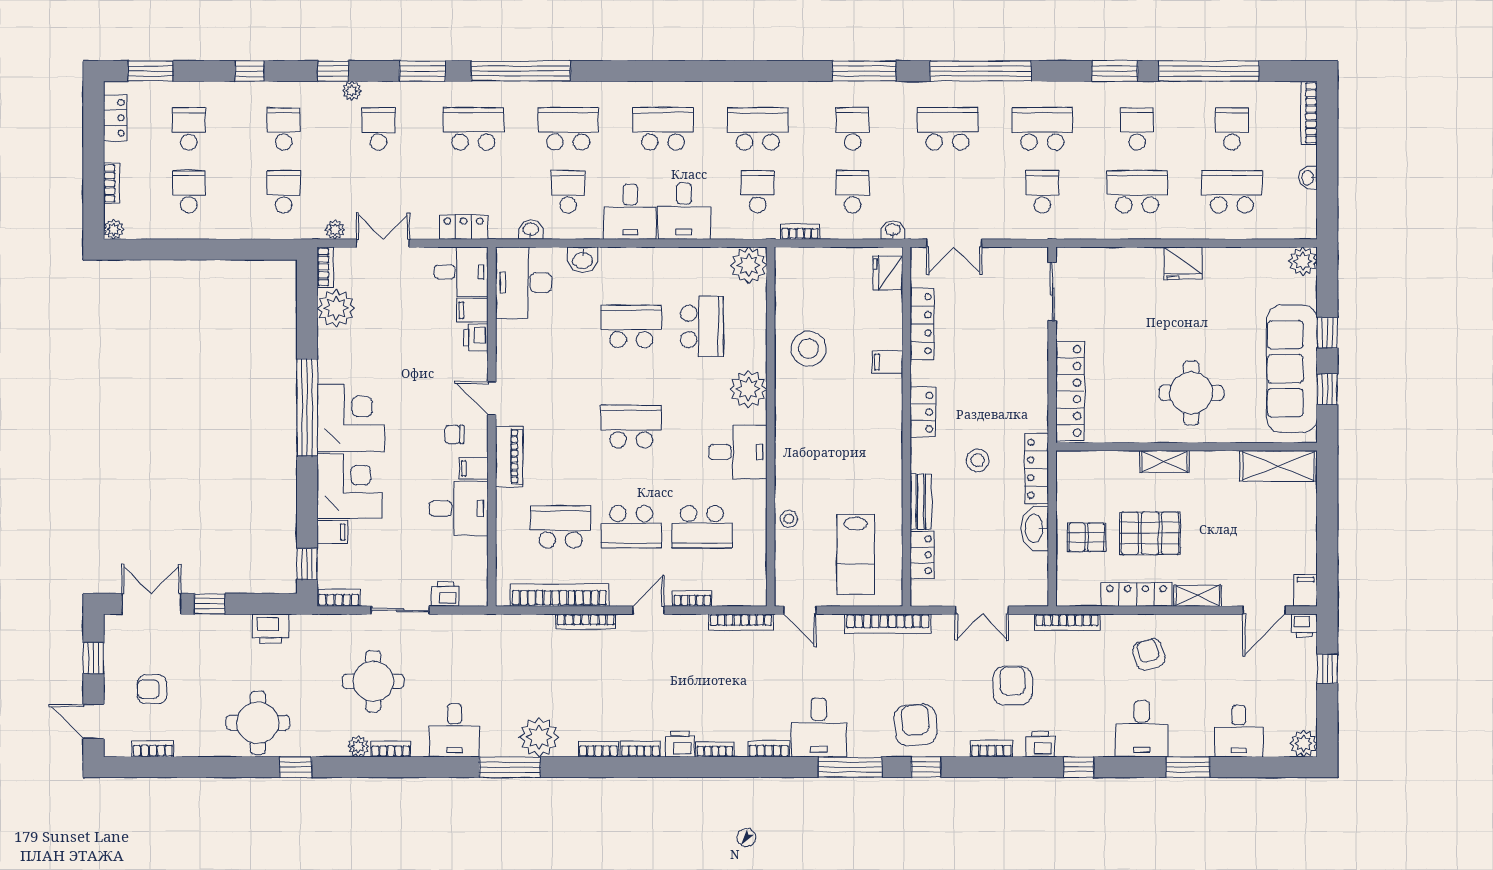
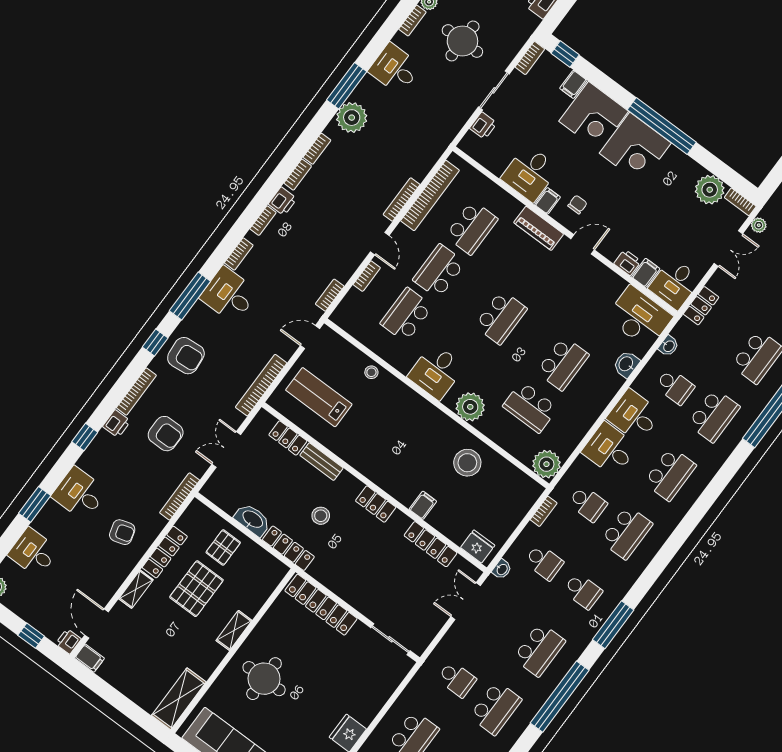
bookcase: (741, 622) -> (330, 295), width x0.64
bookcase: (991, 749) -> (136, 392), width x1.56

